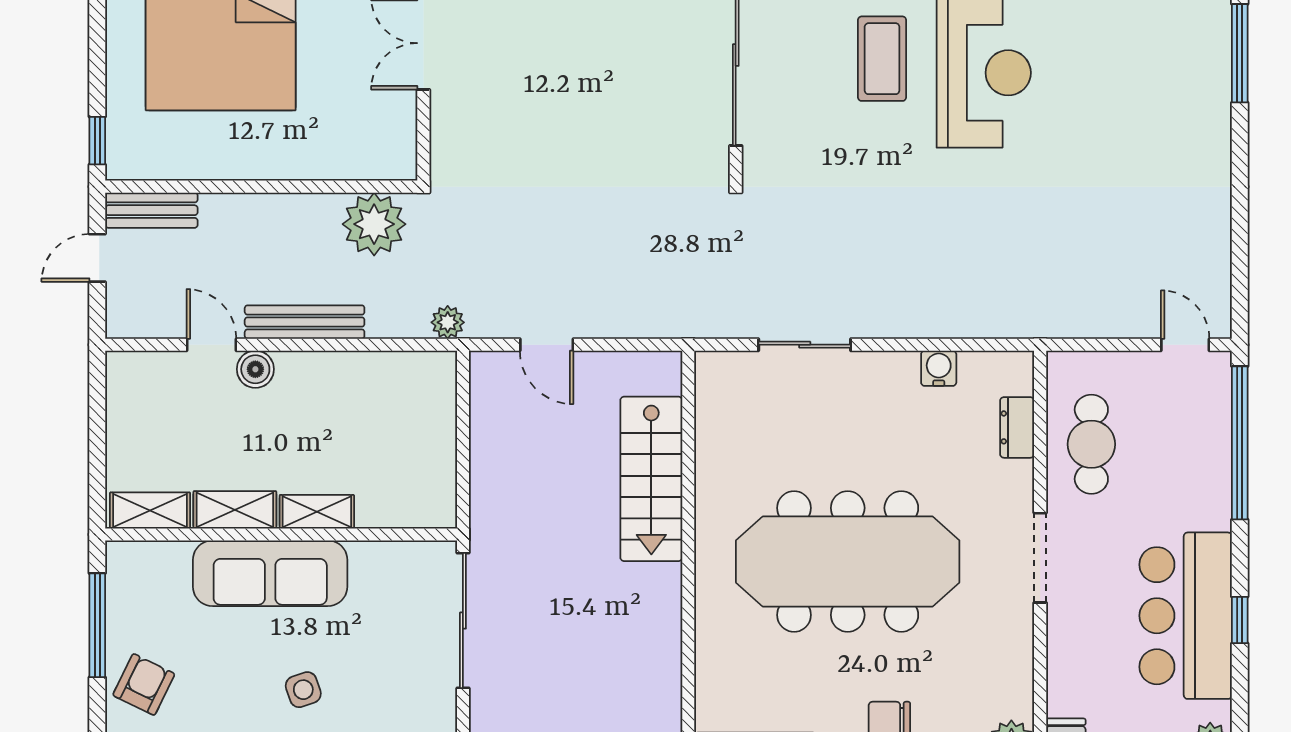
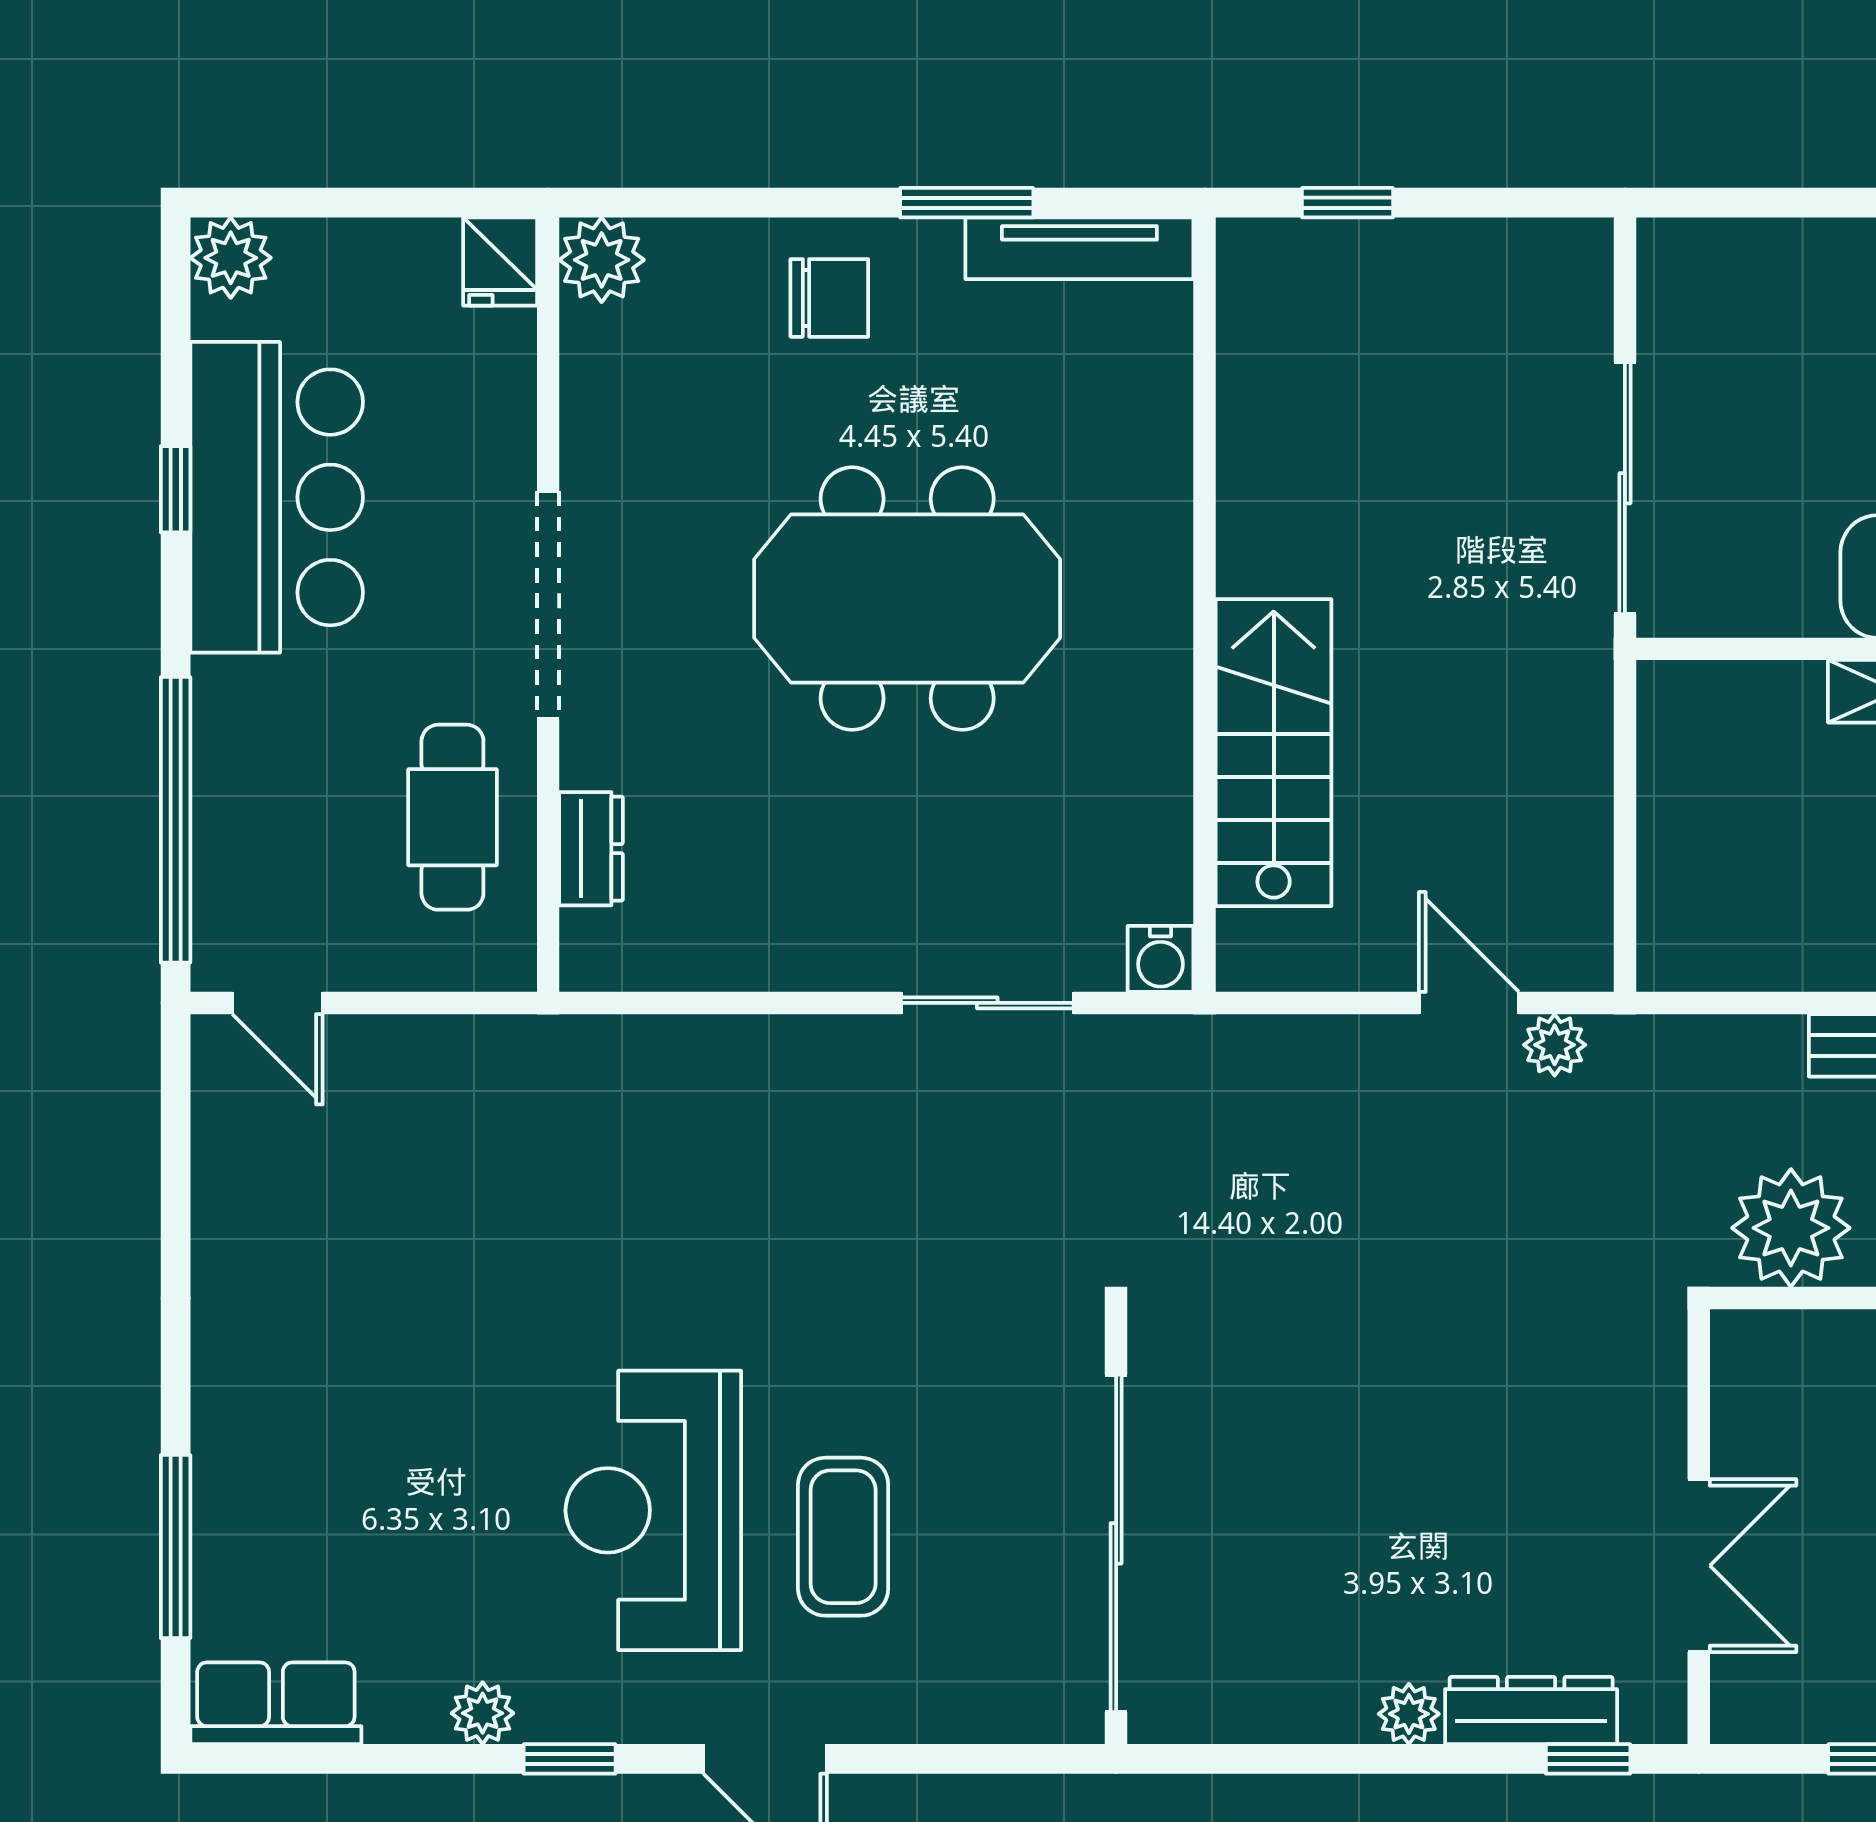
plant: (448, 322) -> (1555, 1045), moved
water cooler: (939, 368) -> (1161, 959), moved
doorway: (1040, 558) -> (548, 605), width x1.36
meeting table: (848, 561) -> (907, 599), width x0.73

